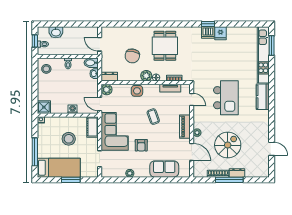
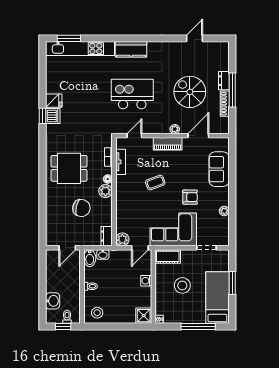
side table: (137, 91) -> (124, 202), removed

